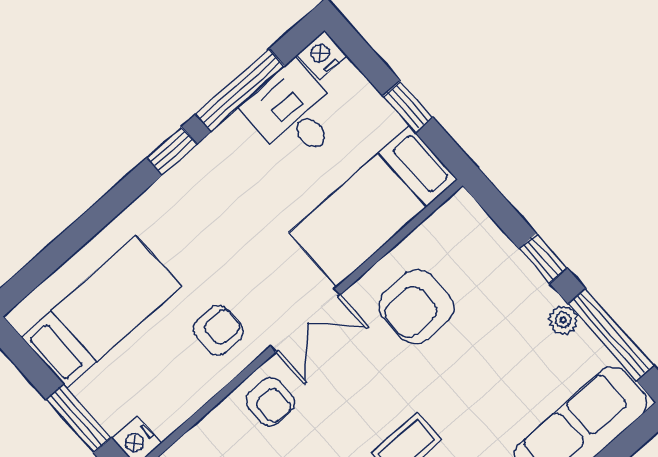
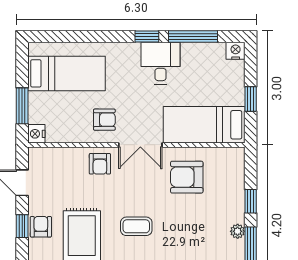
desk: (293, 113) -> (161, 63), moved

